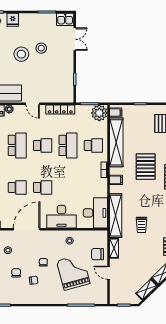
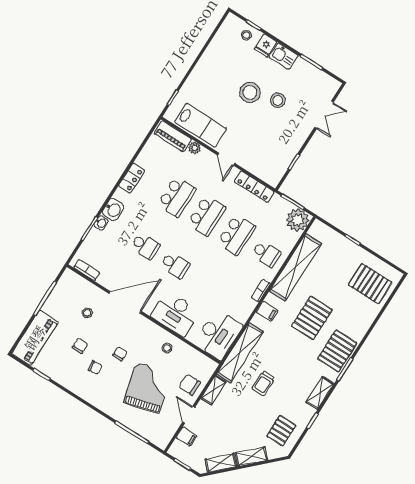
kitchen sink: (65, 19) -> (284, 56), moved
filing cabinet: (116, 113) -> (187, 437), moved
school desk: (43, 145) -> (207, 216), width x1.85

